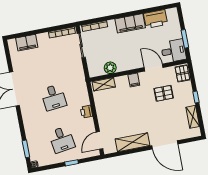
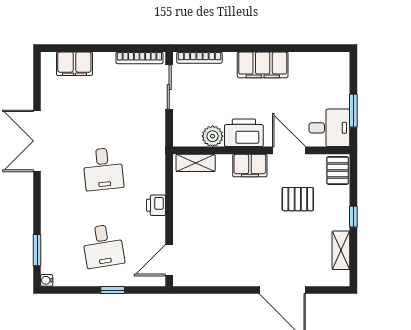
printer: (156, 19) -> (244, 133), moved, turned 180
filing cabinet: (134, 80) -> (250, 166), width x2.00
shelving: (133, 142) -> (227, 275), removed

